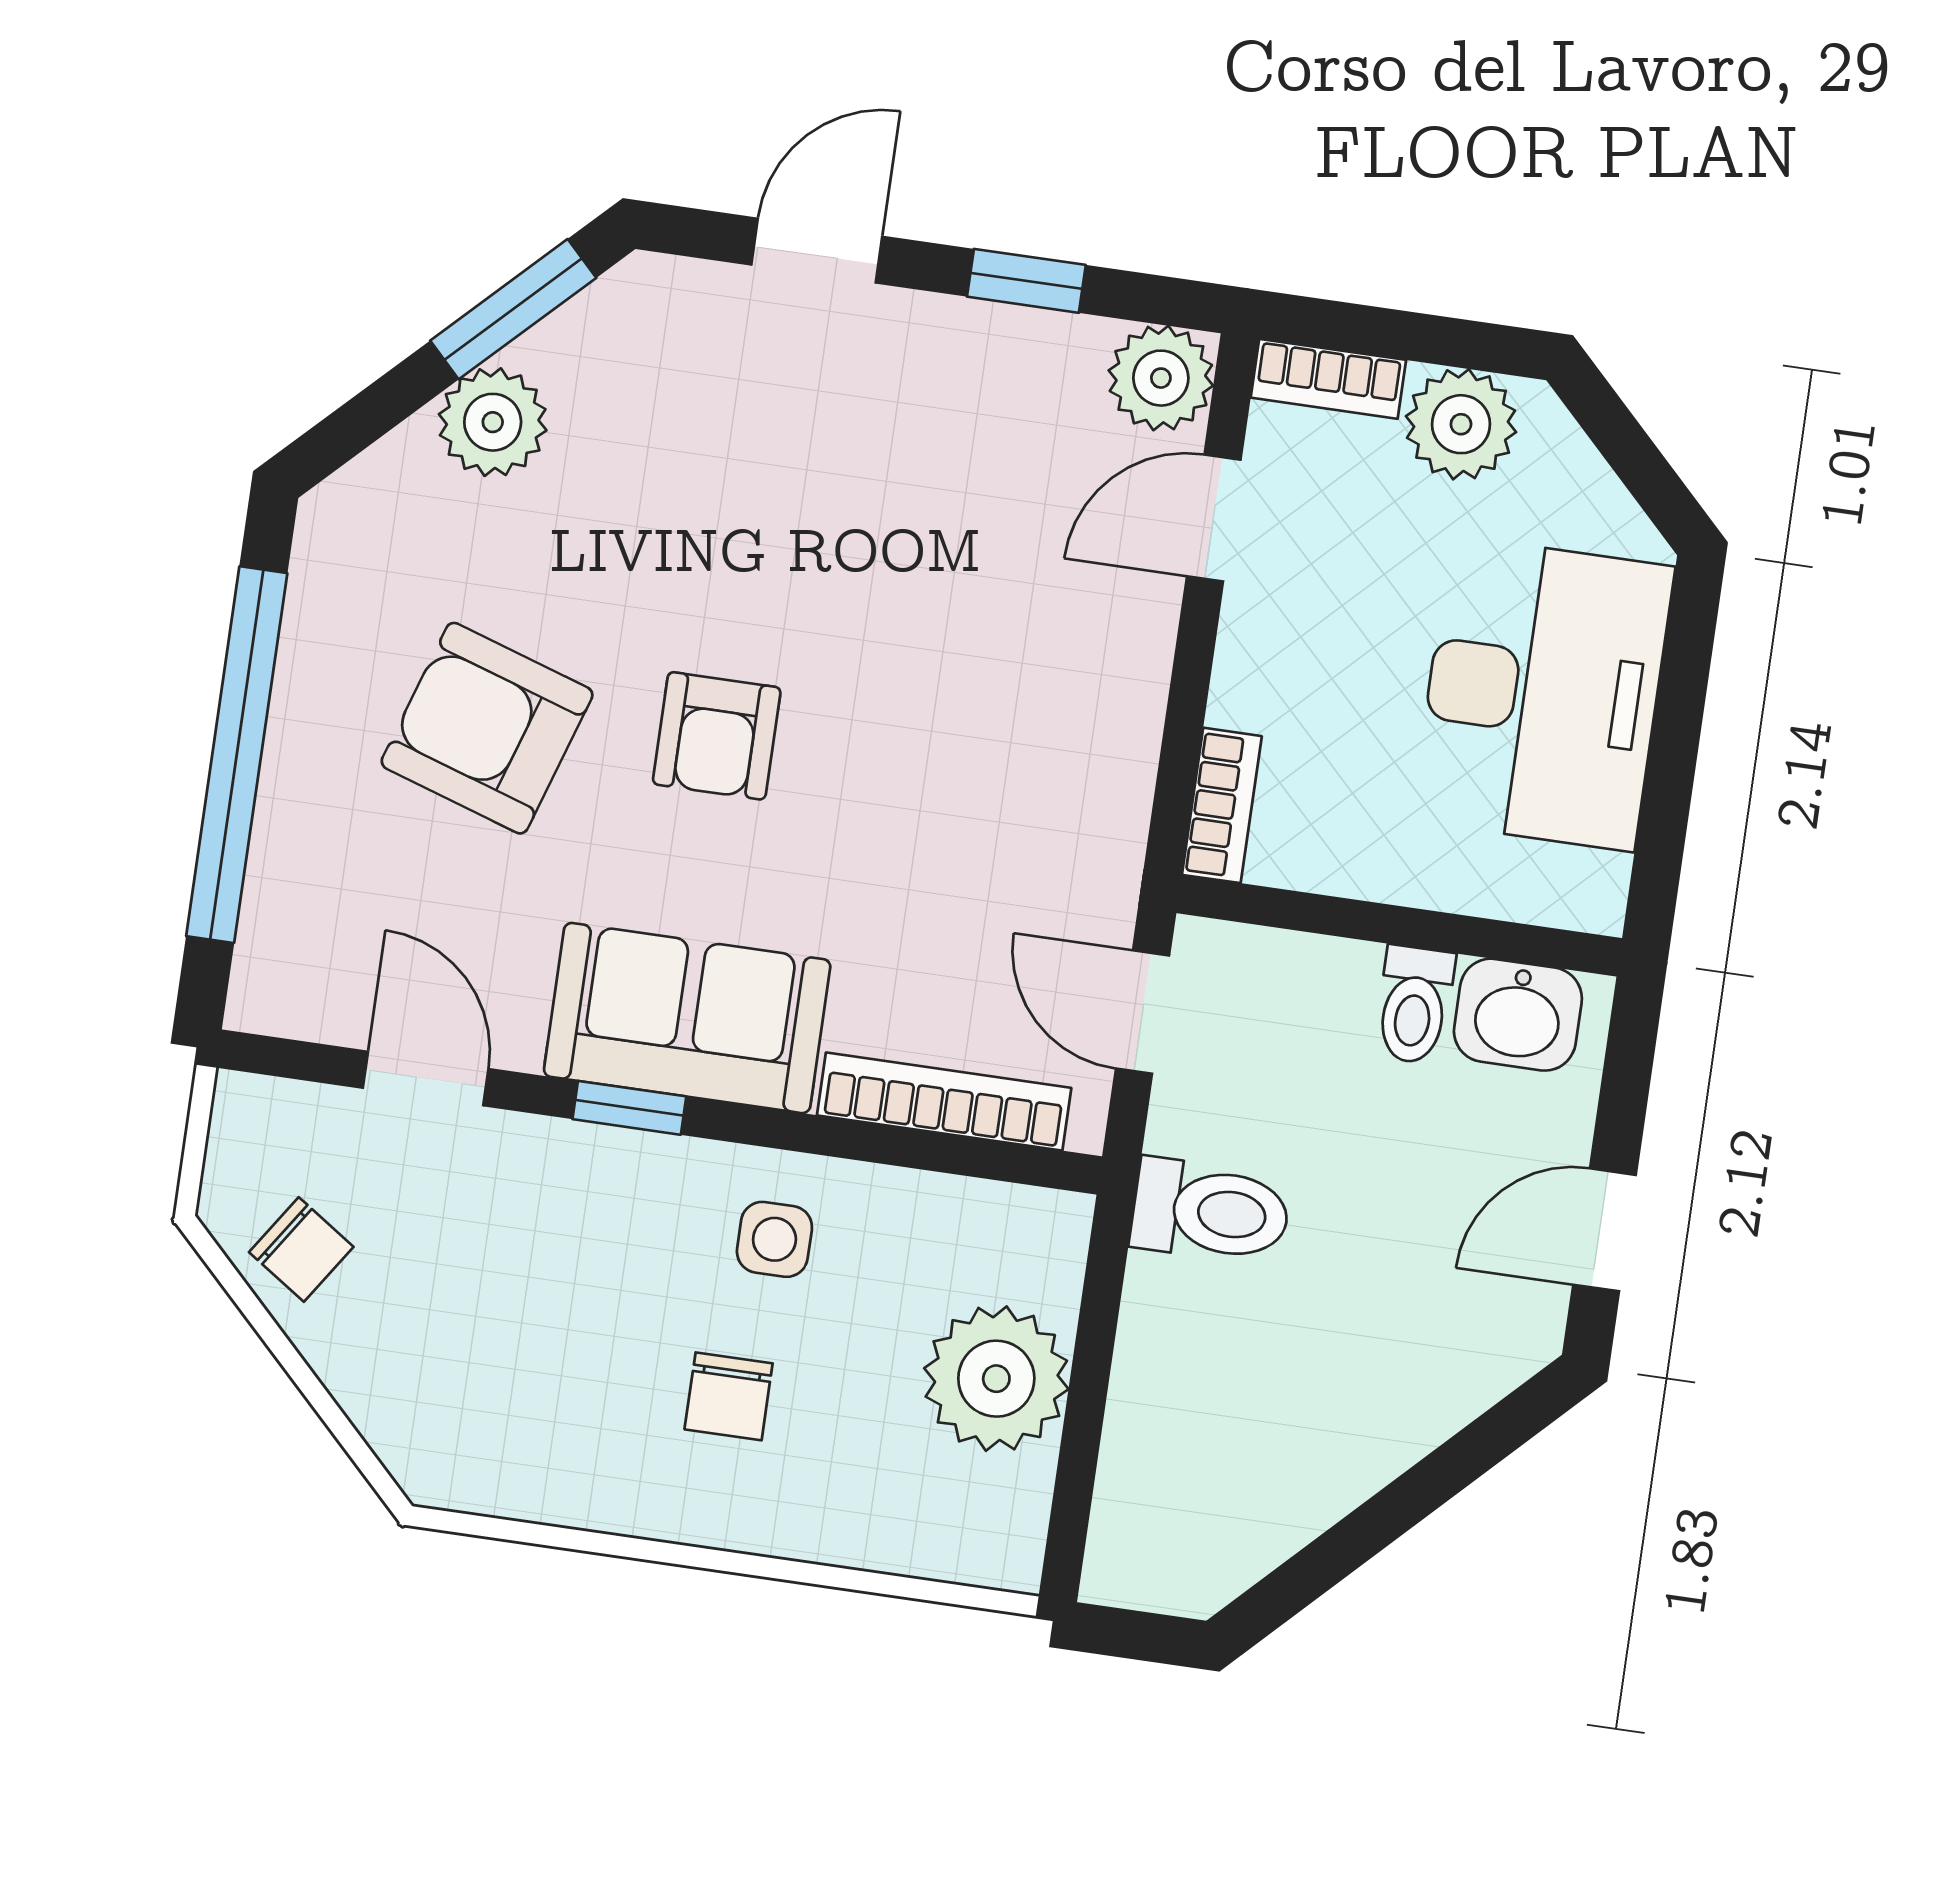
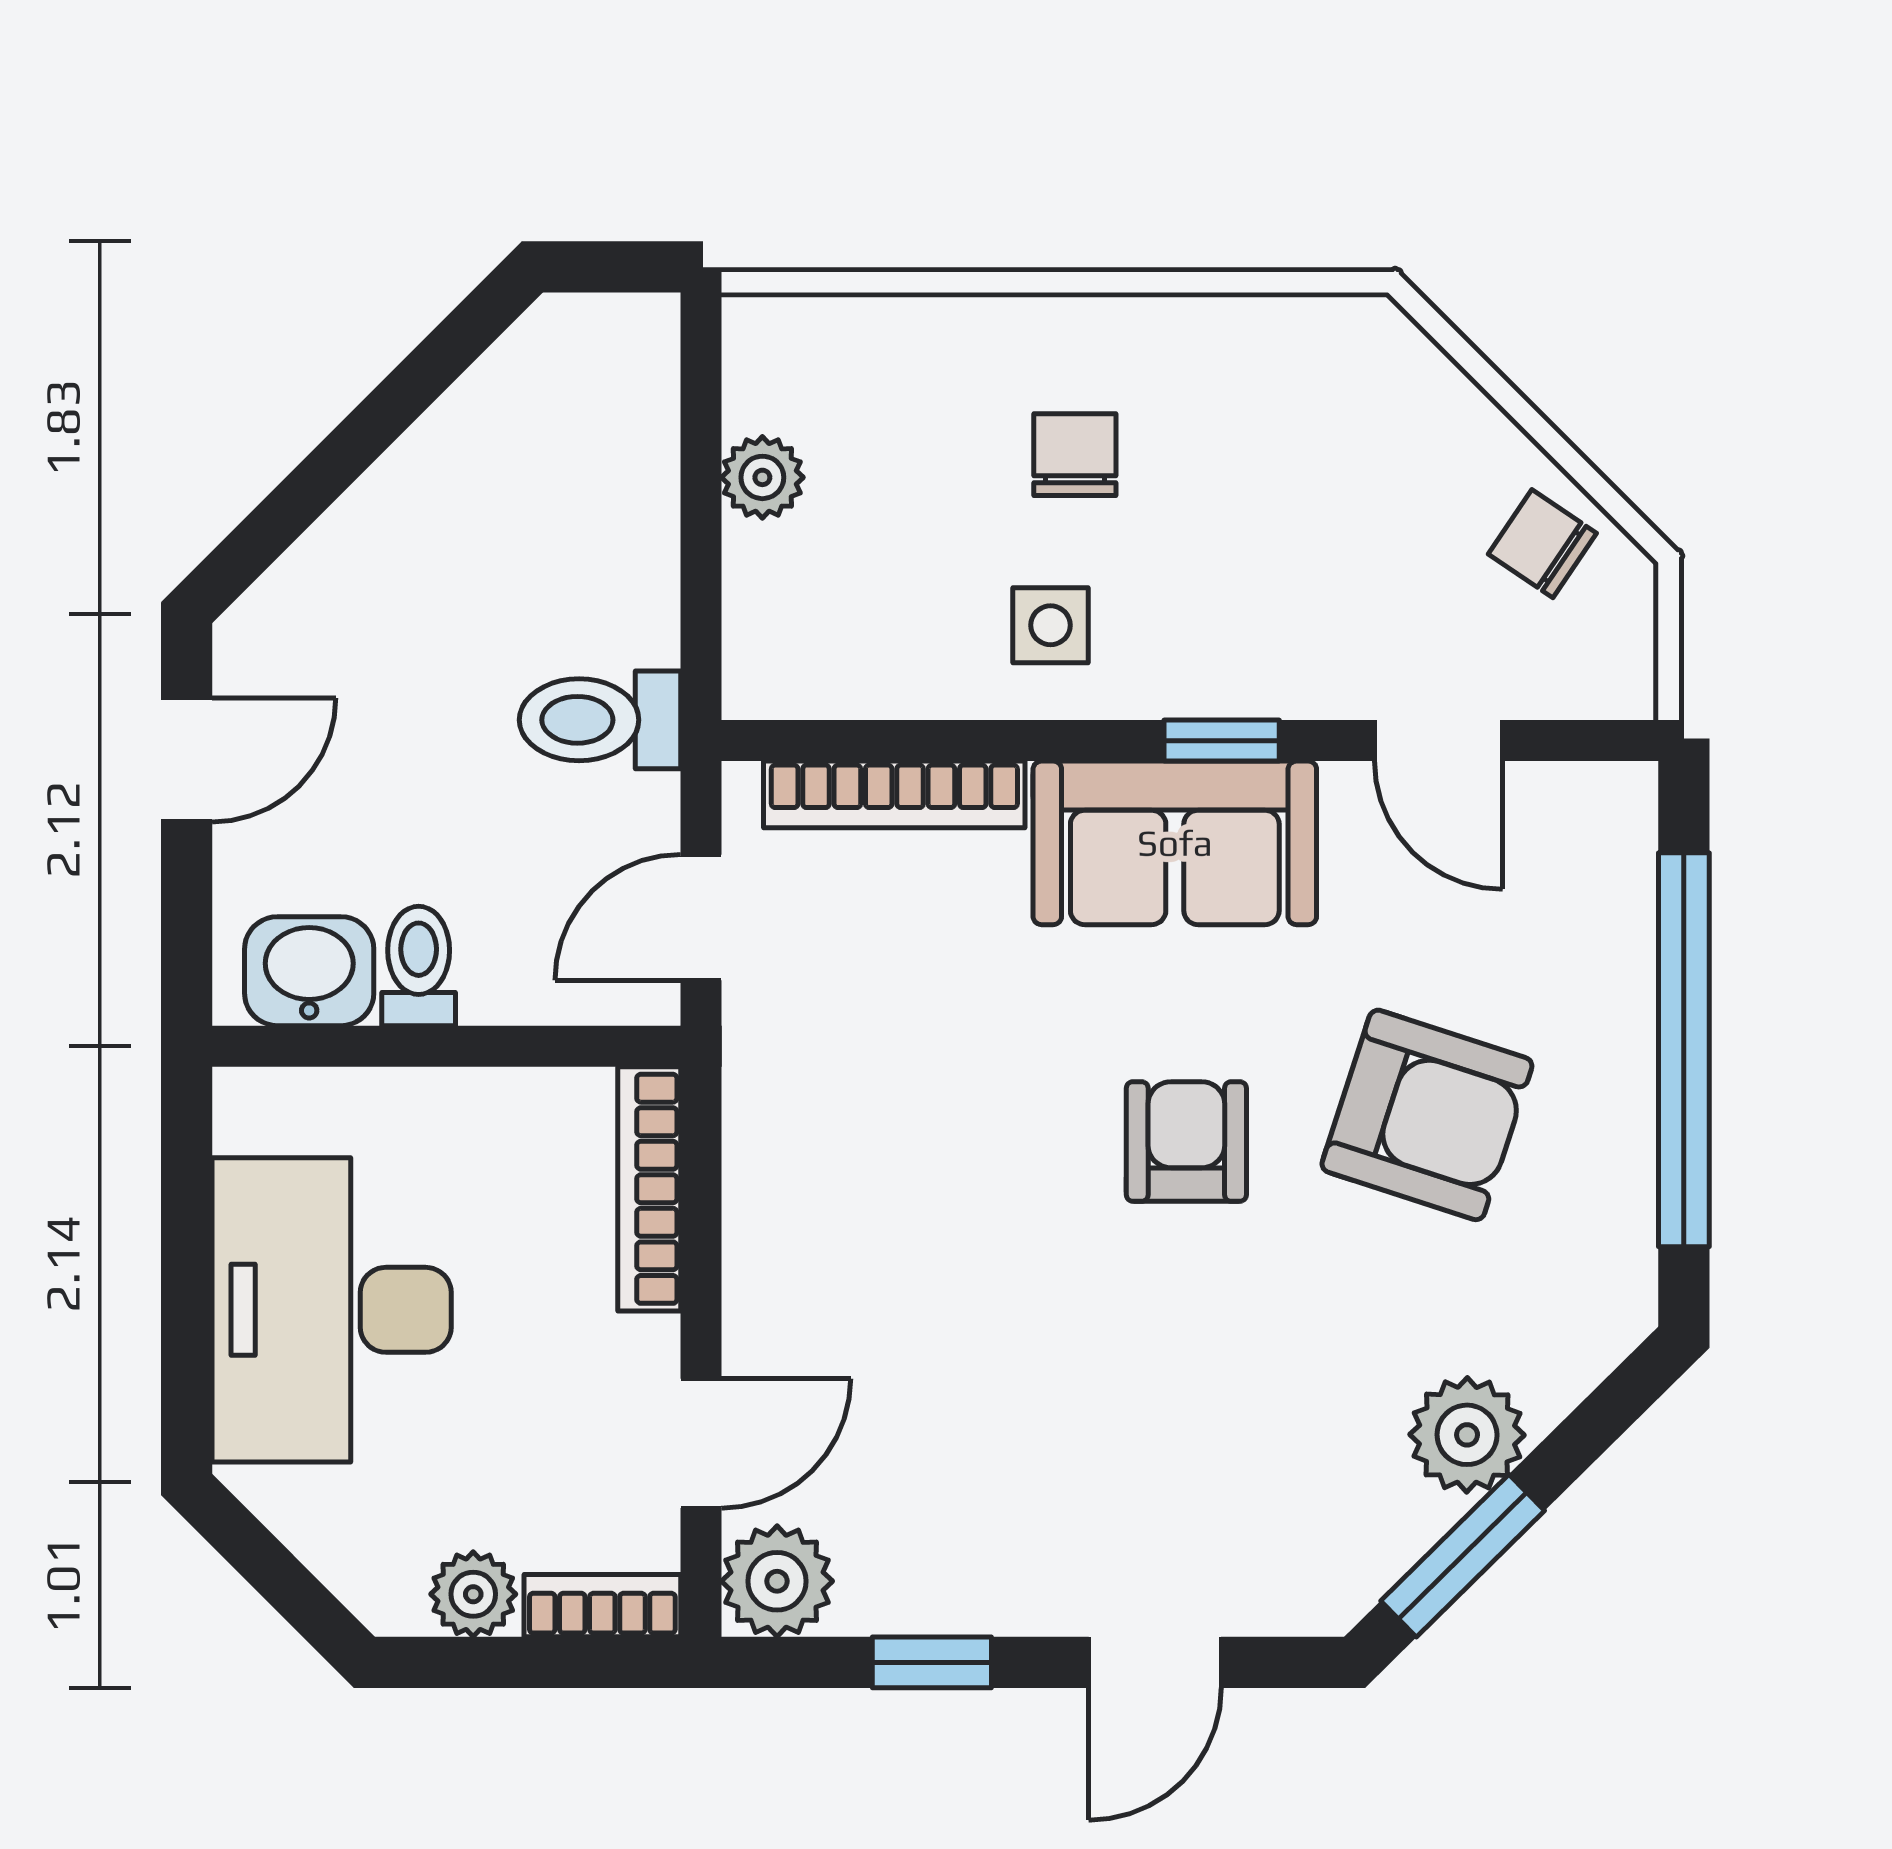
plant: (1461, 424) -> (473, 1594), width x0.73, depth x0.73
bookcase: (1222, 805) -> (649, 1189), width x1.56
door: (1142, 1012) -> (701, 917), swing flipped
plant: (996, 1379) -> (762, 477), width x0.53, depth x0.53

